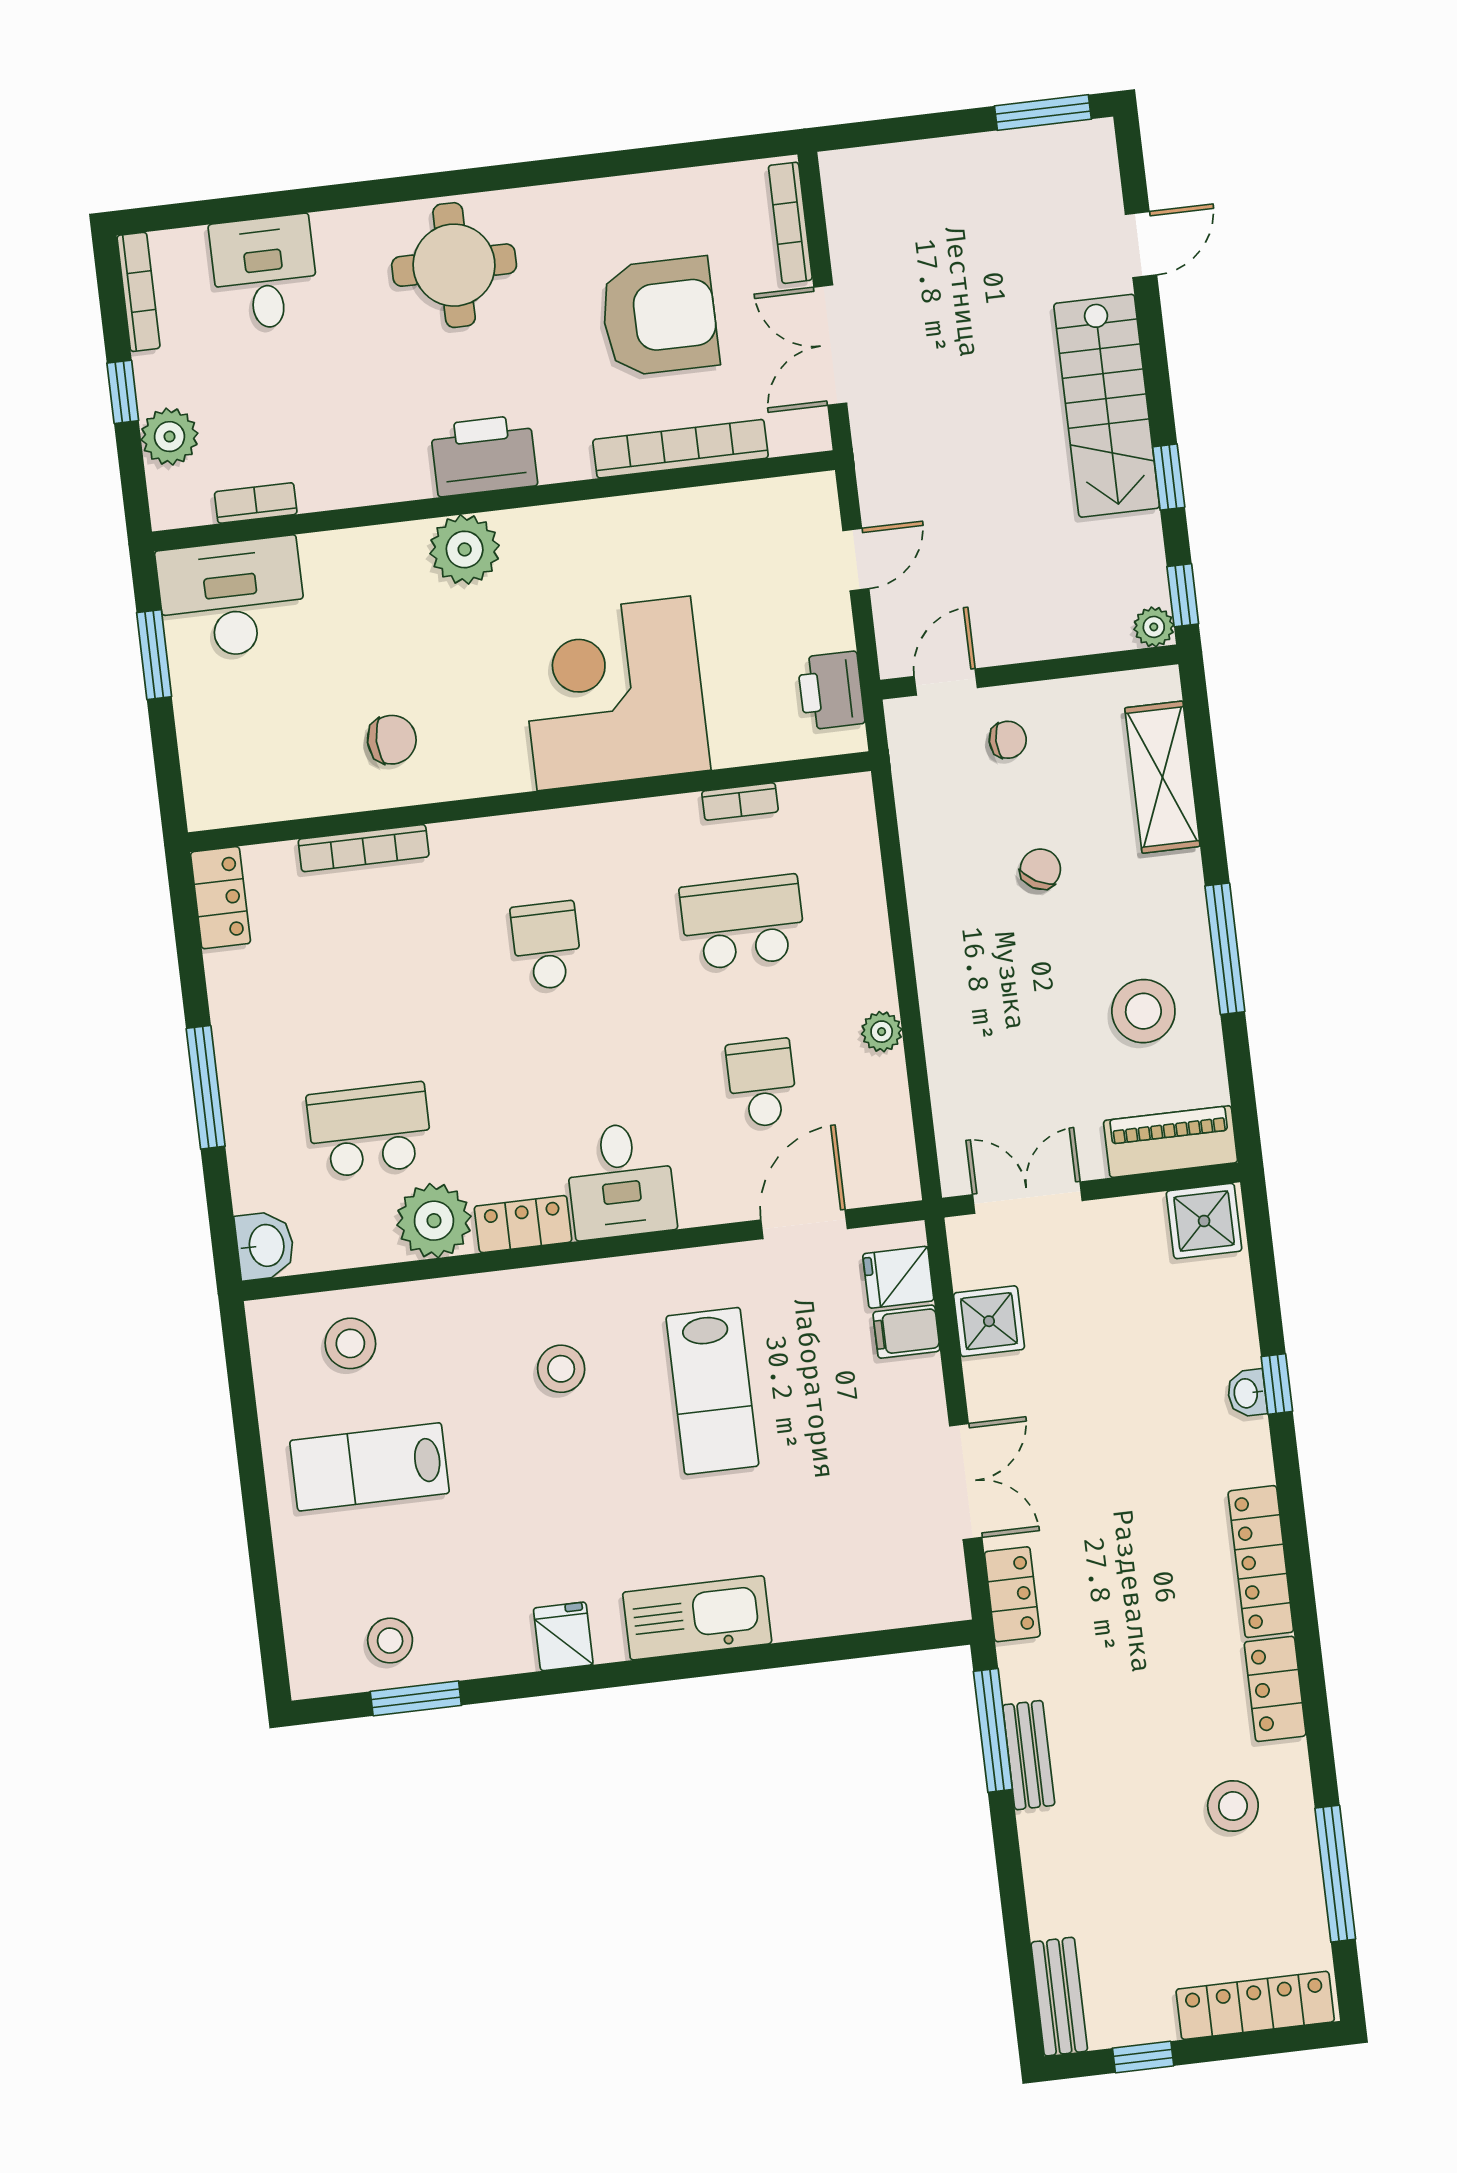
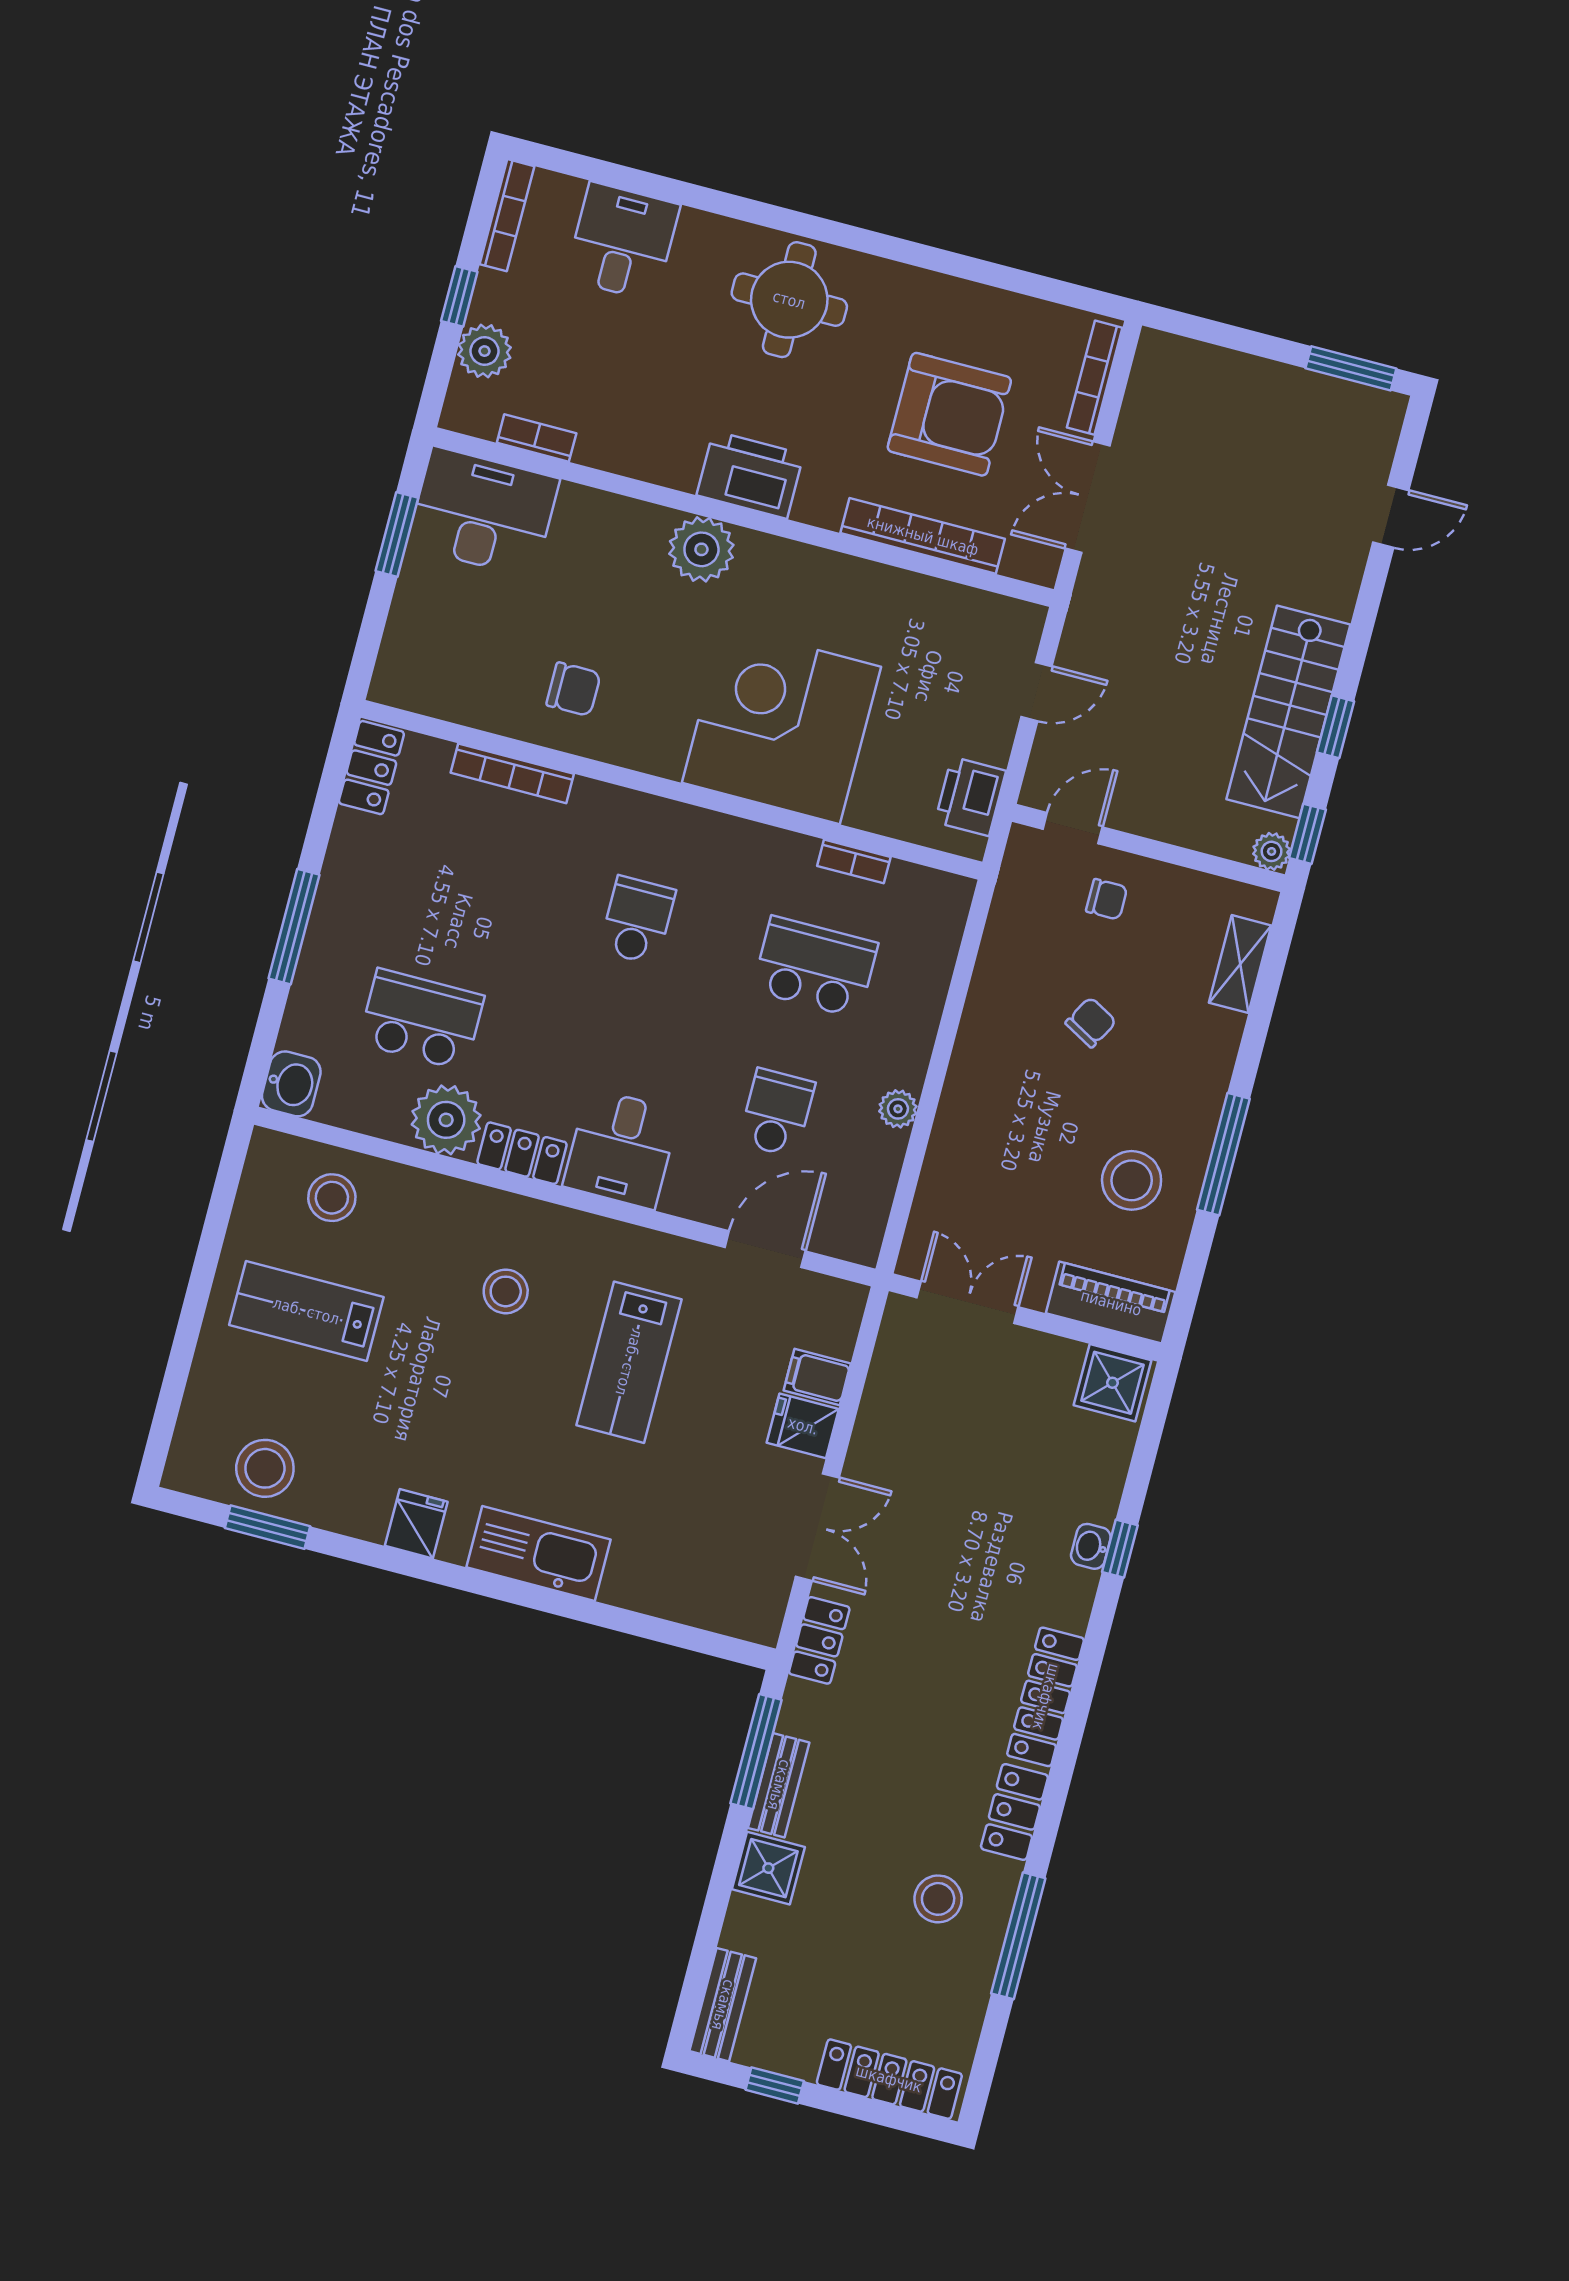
stairs: (1107, 406) -> (1288, 712), moved
shelving: (1162, 777) -> (1240, 964), width x0.67, depth x0.75
fridge: (898, 1277) -> (803, 1426), moved
shower: (989, 1321) -> (768, 1868), moved
stool: (390, 1641) -> (265, 1468), width x1.38, depth x1.38
window: (1335, 1874) -> (1018, 1936), moved

